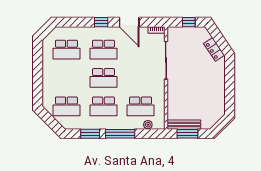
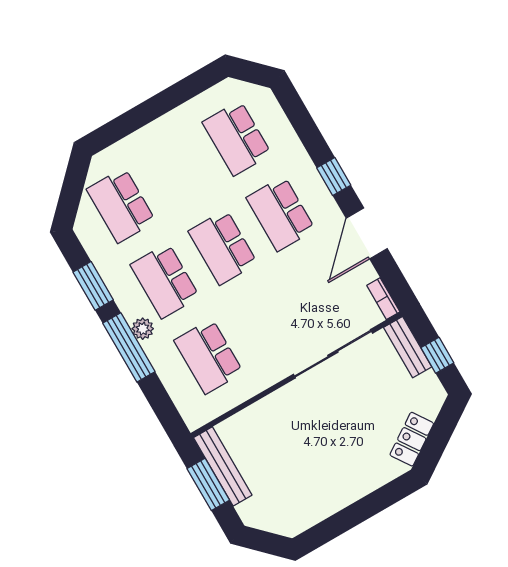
bench: (179, 31) -> (408, 347), added
plant: (148, 125) -> (143, 329), moved

